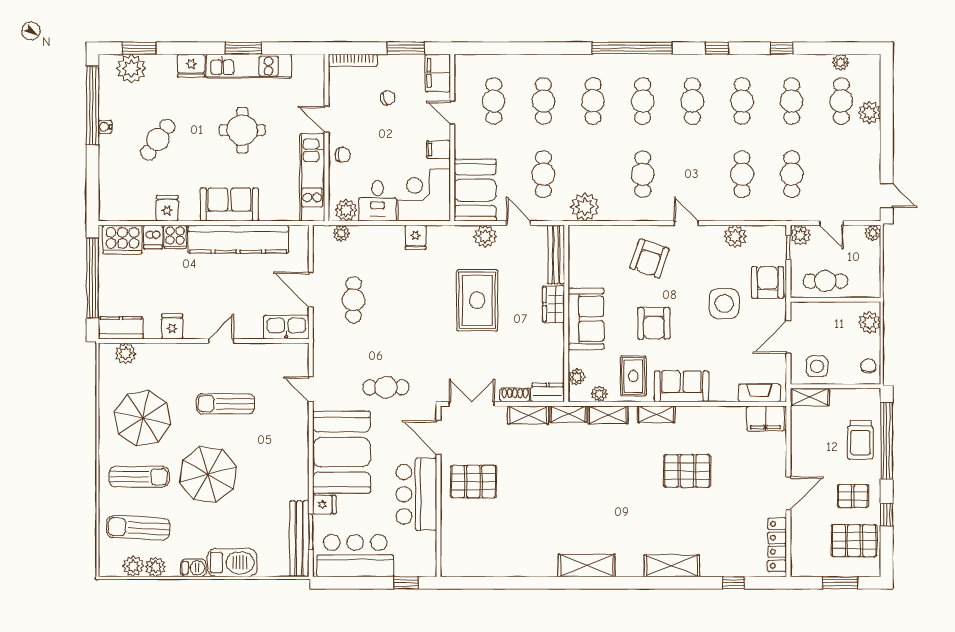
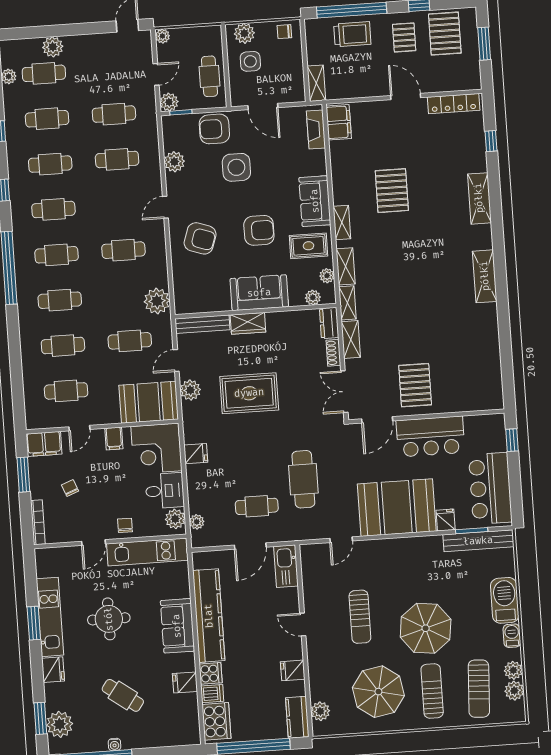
side table: (817, 366) -> (250, 61), moved
cafe table: (386, 387) -> (303, 479), moved, width x1.37, depth x1.35

